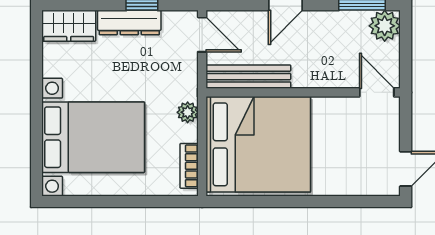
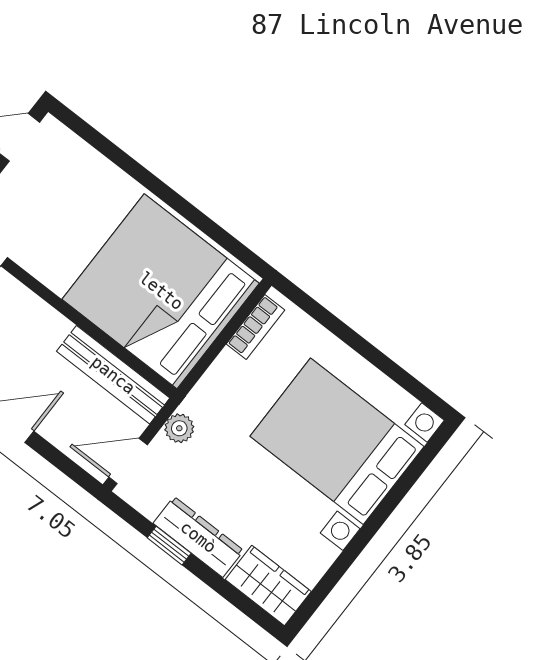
door: (202, 35) -> (128, 461), hinge flipped
plant: (188, 112) -> (179, 428), moved

